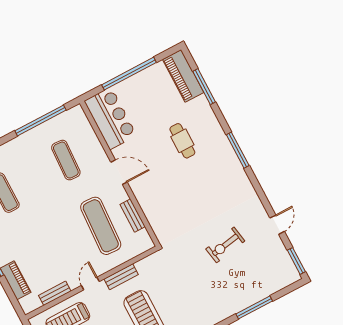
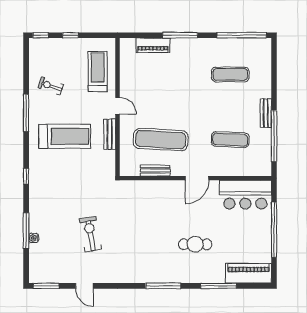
window: (204, 87) -> (218, 286), moved
bench: (55, 293) -> (266, 113), moved
water cooler: (257, 297) -> (34, 238), added

